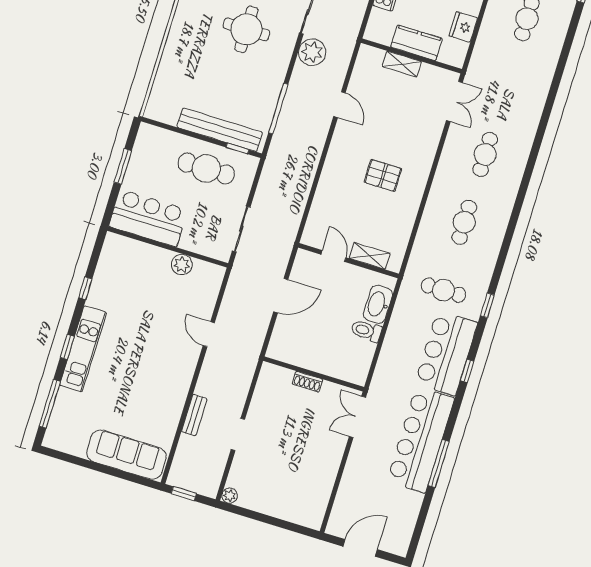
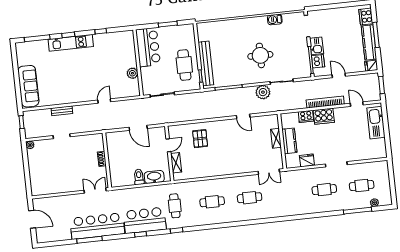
door: (339, 105) -> (243, 116), hinge flipped
pallet: (383, 175) -> (200, 139), moved

